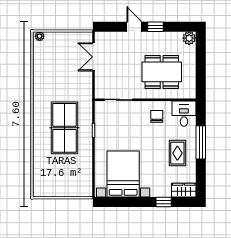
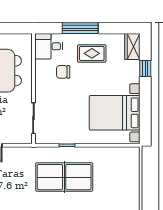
chair: (157, 116) -> (63, 72), moved

